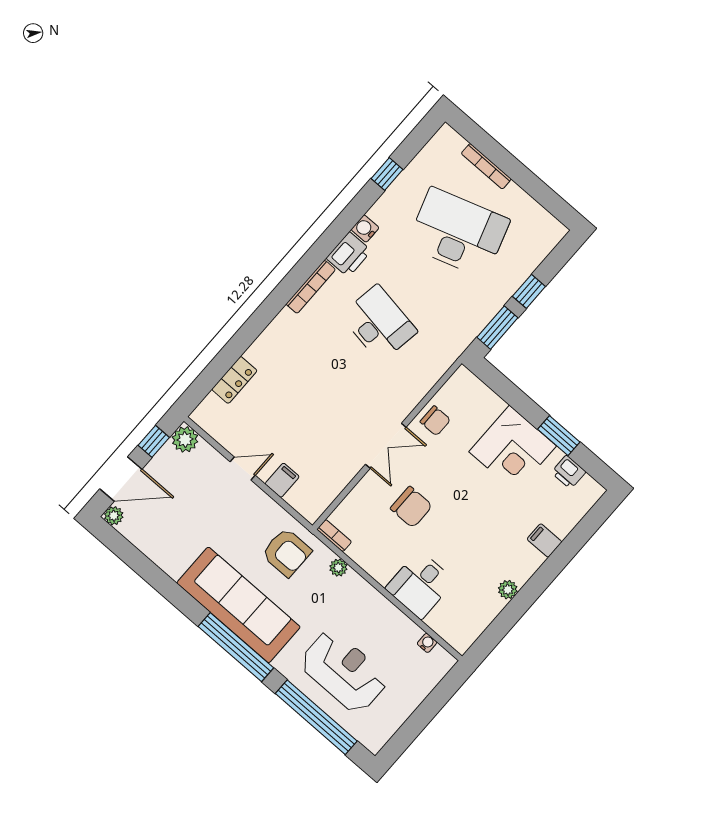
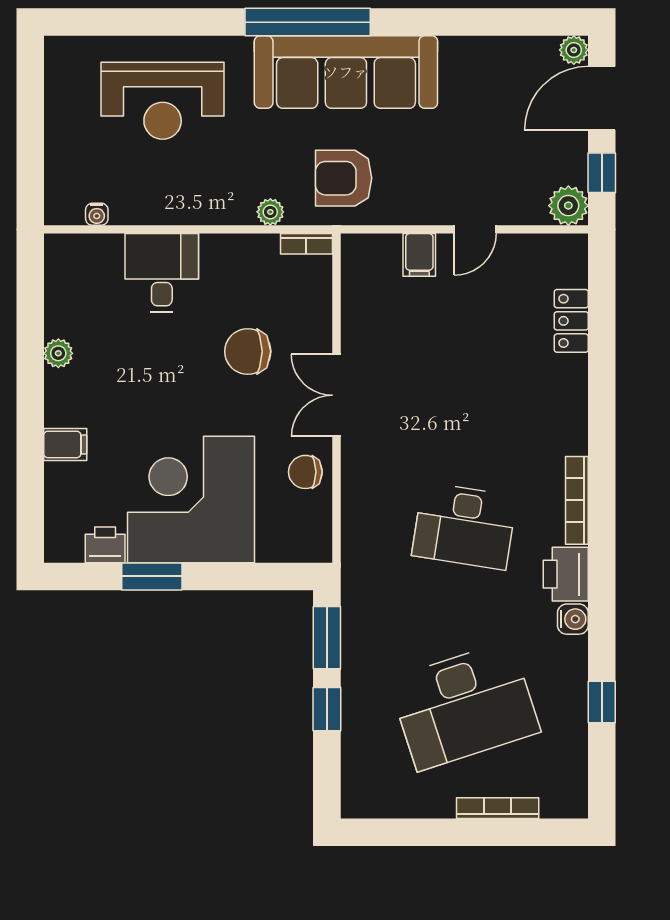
corner desk: (513, 449) -> (191, 500), width x1.36, depth x1.36
window: (316, 717) -> (148, 22), removed

